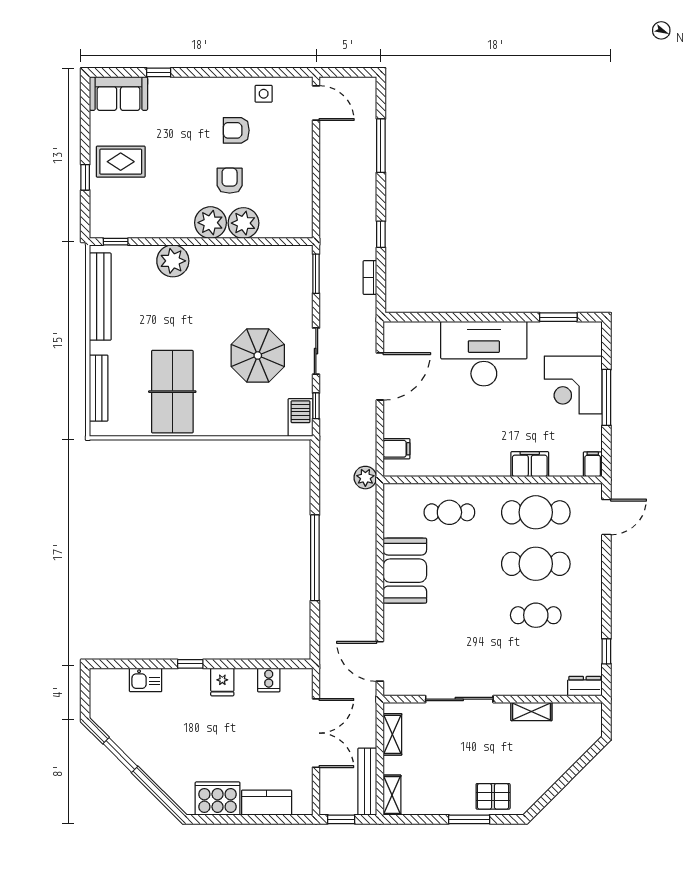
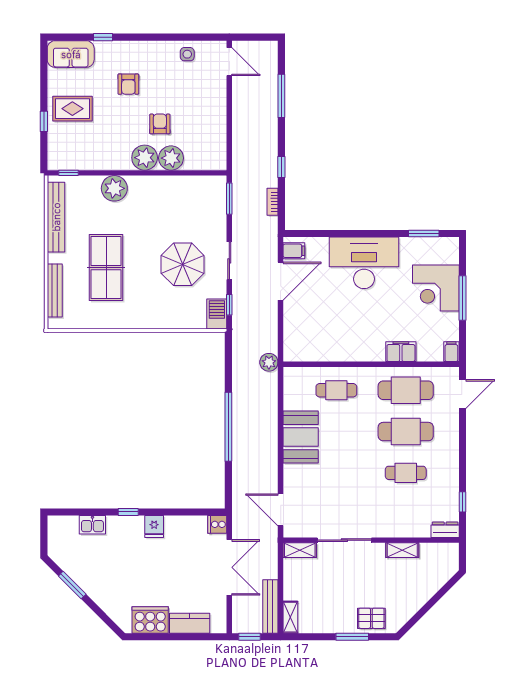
armchair: (236, 130) -> (128, 84), moved, turned -90
table tennis table: (172, 392) -> (106, 268), moved
filing cabinet: (396, 449) -> (294, 251), moved
cooker: (269, 680) -> (217, 524), moved, turned 90
shelving: (392, 734) -> (300, 550), moved, turned 90

